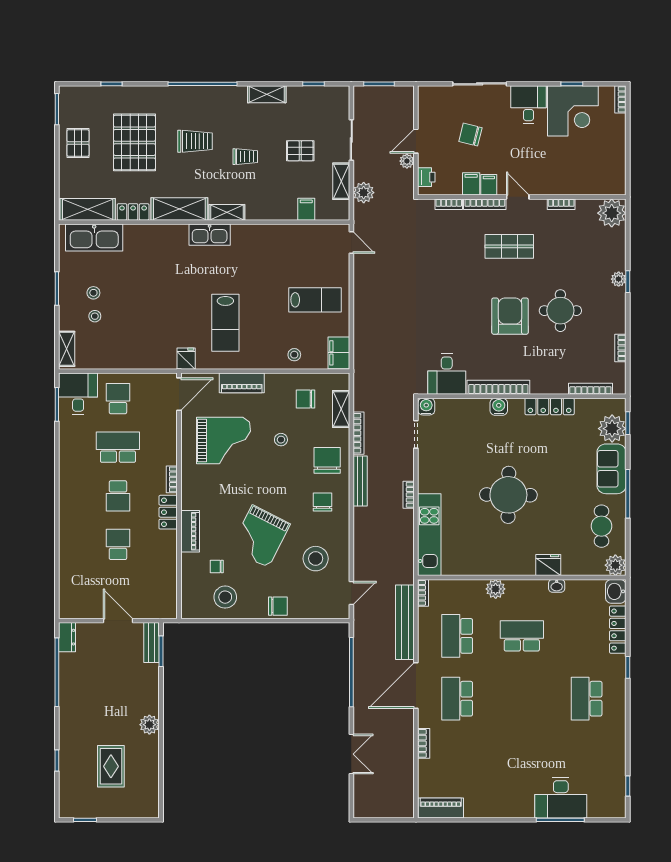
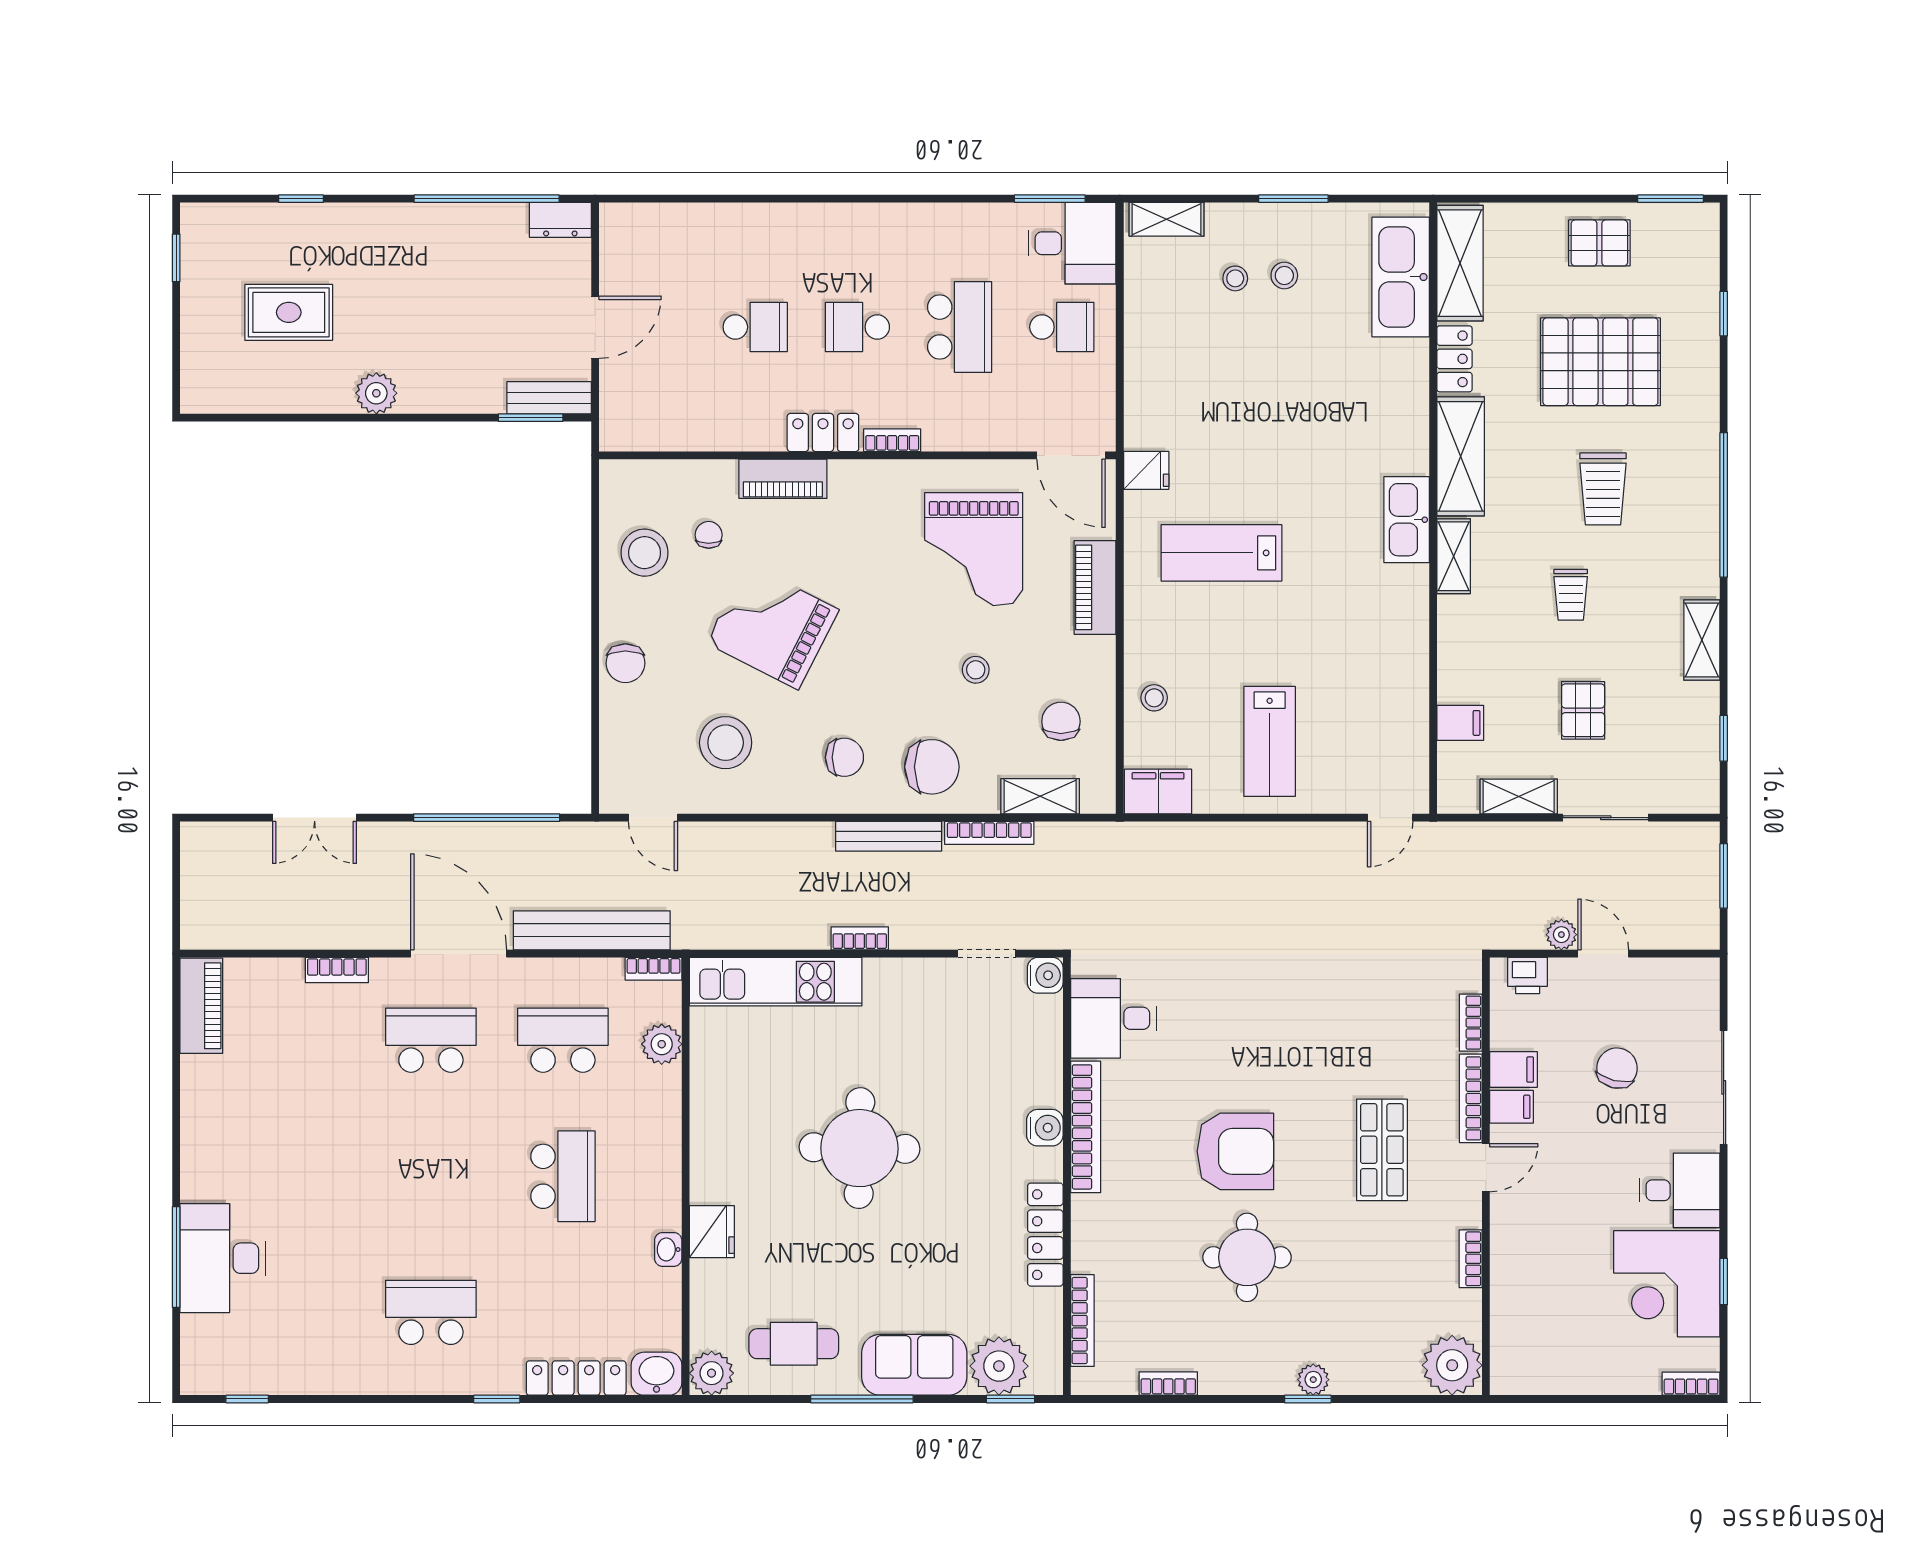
plant: (364, 193) -> (1495, 844), removed
plant: (496, 589) -> (662, 1044), moved

